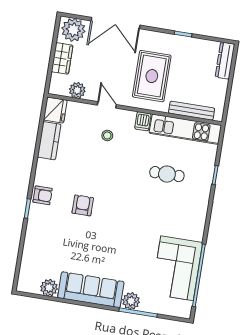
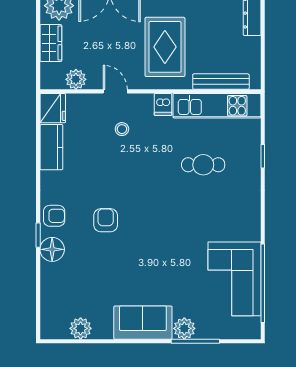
floor lamp: (37, 222) -> (52, 249), added
sofa: (91, 290) -> (143, 323), width x0.73

